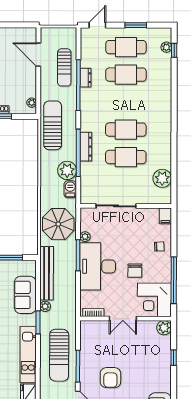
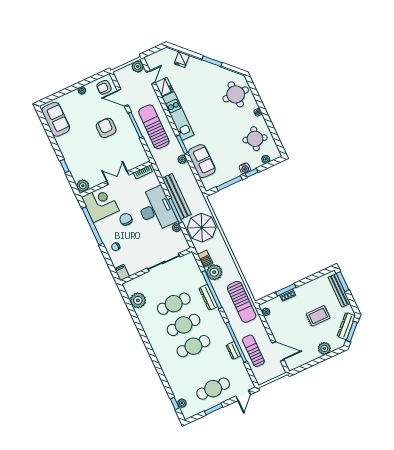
cafe table: (126, 75) -> (193, 346), moved
bench: (47, 273) -> (177, 196), moved

